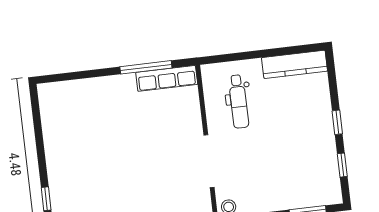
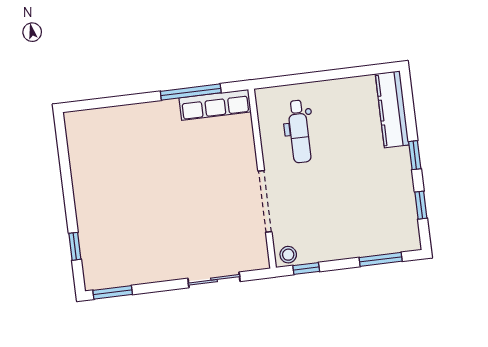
kitchen counter: (295, 64) -> (392, 109), moved, turned 90

